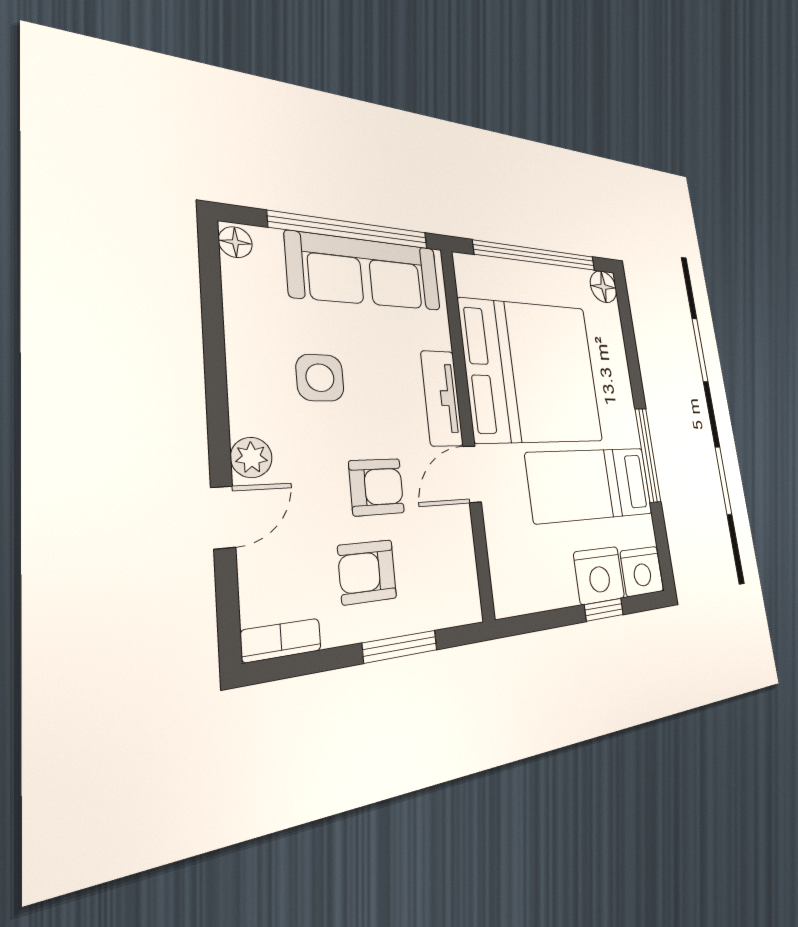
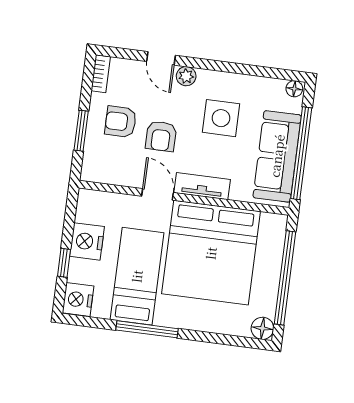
side table: (320, 378) -> (221, 118), width x1.37, depth x1.37
armchair: (367, 572) -> (121, 122), turned -90
nightstand: (599, 575) -> (87, 241), moved

